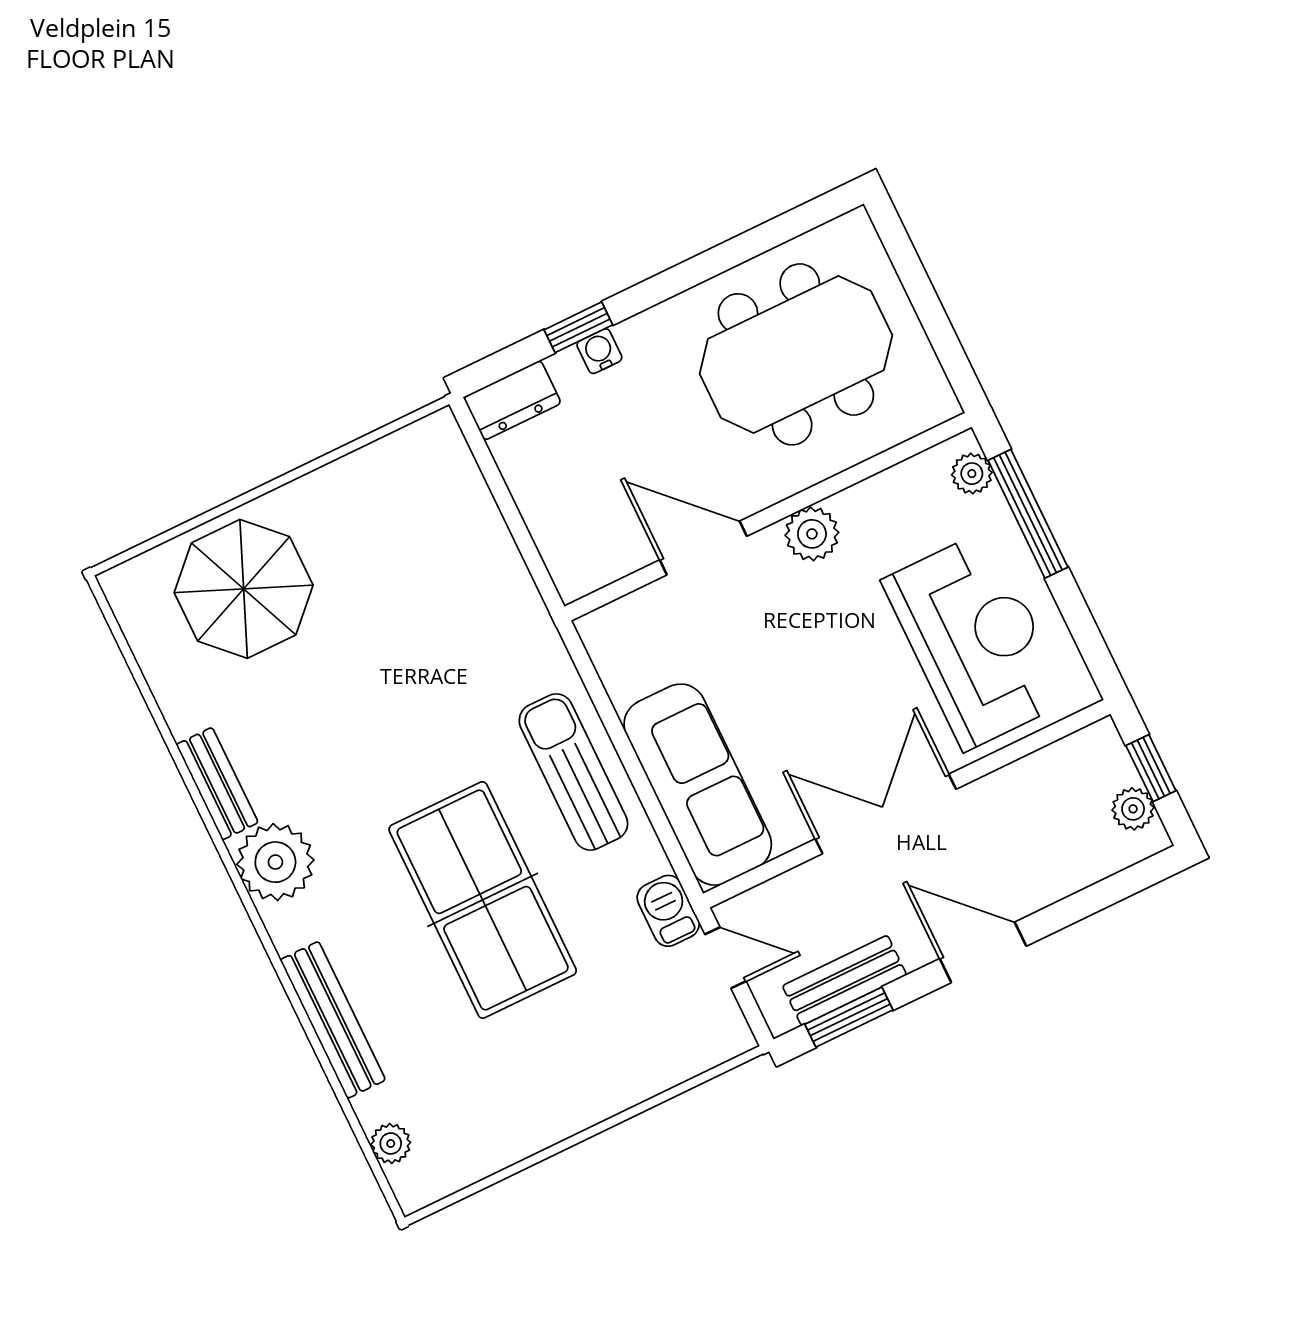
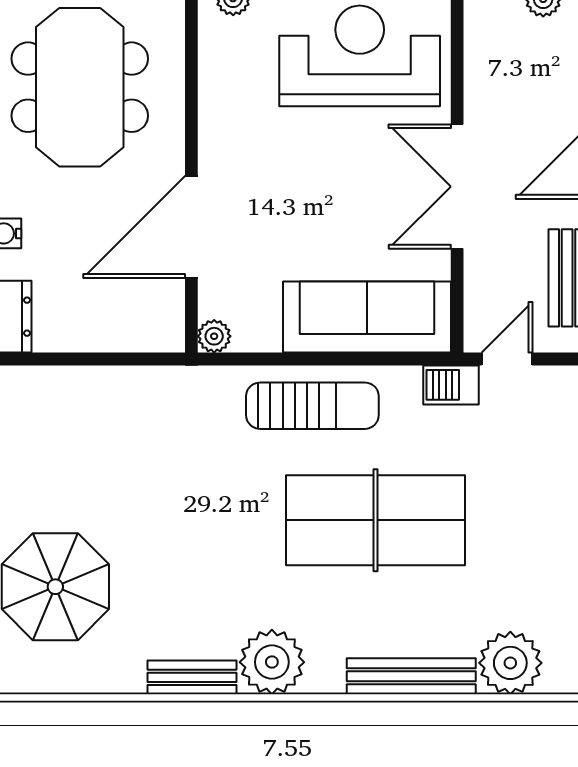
plant: (812, 534) -> (214, 336), moved, width x0.73, depth x0.73
door: (703, 548) -> (191, 227), width x1.36
sun lounger: (573, 772) -> (312, 406), turned 180
plant: (391, 1144) -> (510, 663), width x1.88, depth x1.88

